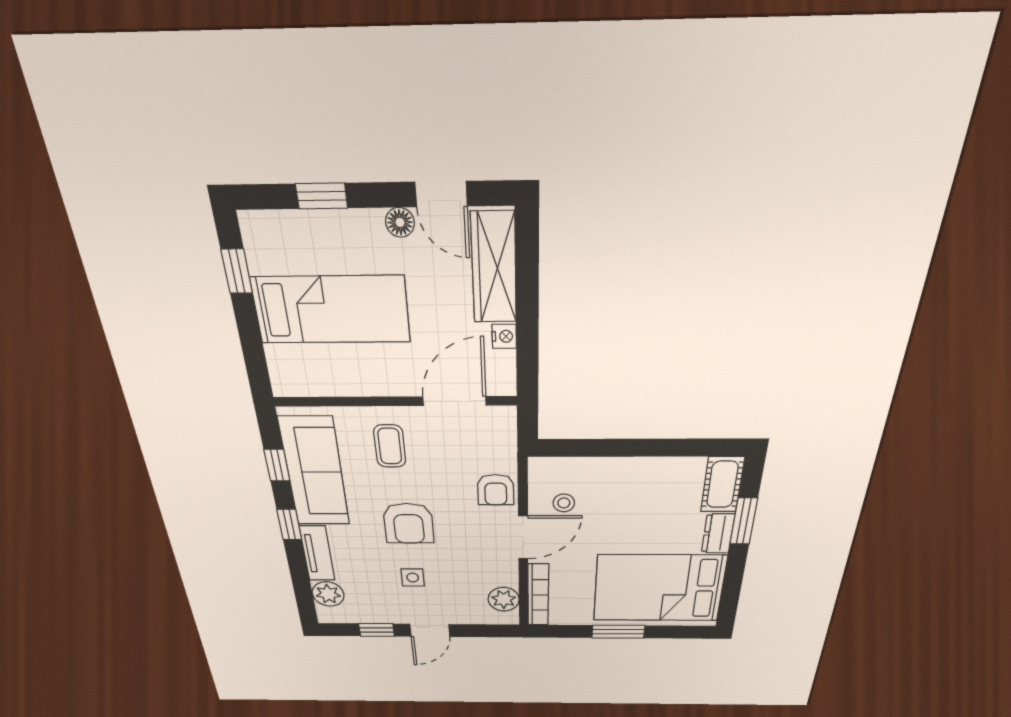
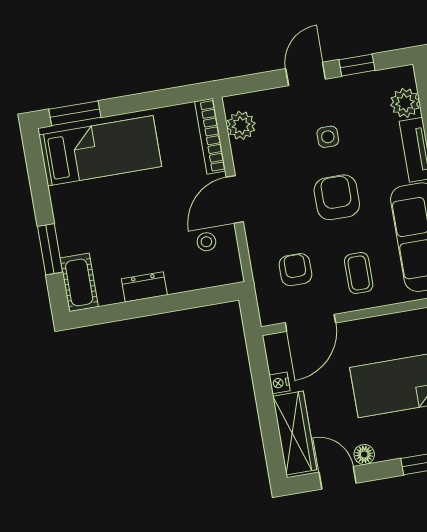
armchair: (496, 490) -> (295, 270), moved
dresser: (718, 533) -> (144, 287), moved, turned -90
bed: (659, 588) -> (100, 151), width x0.67
window: (618, 632) -> (75, 113), moved

